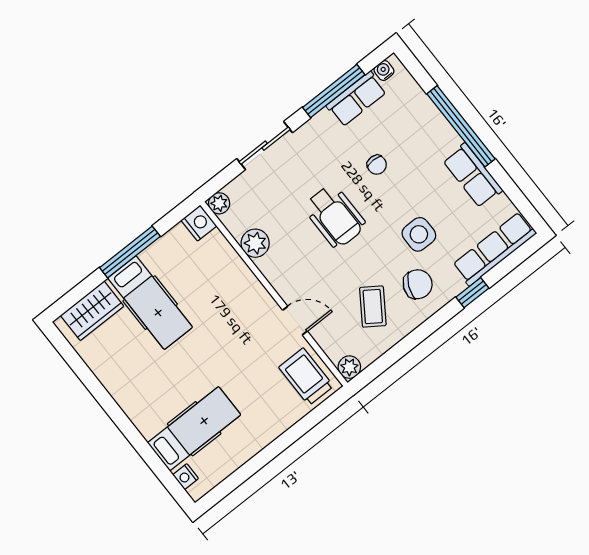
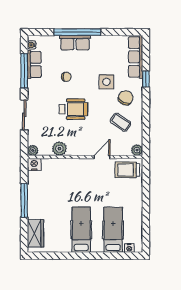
row of seats: (473, 175) -> (75, 43), moved
hospital bed: (150, 303) -> (81, 230), moved, turned -90

